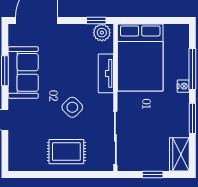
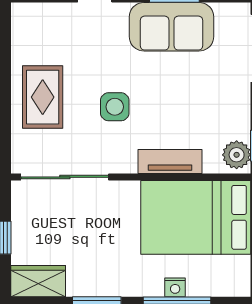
nightstand: (183, 86) -> (175, 287), moved
side table: (72, 107) -> (115, 107), turned 45

